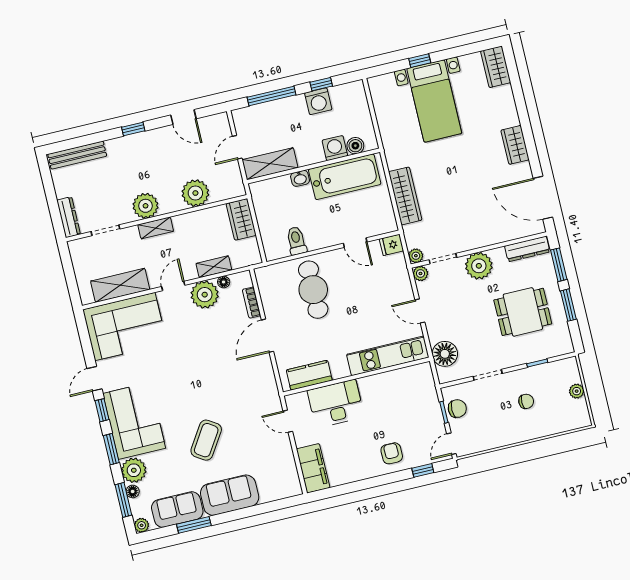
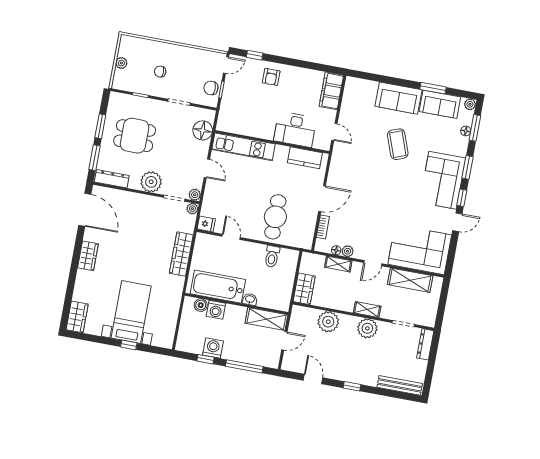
plant: (205, 295) -> (348, 251), width x0.53, depth x0.53
coffee table: (206, 440) -> (398, 144), turned -53
plant: (134, 470) -> (458, 146), removed

